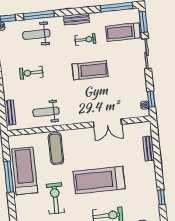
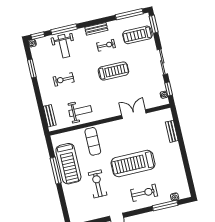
weight bench: (36, 34) -> (64, 46), turned -90
sliding door: (147, 54) -> (162, 62), moved
weight bench: (46, 112) -> (80, 111), turned 180
double door: (107, 123) -> (134, 114), swing flipped
treadmill: (25, 171) -> (68, 164), turned 180
window: (161, 197) -> (188, 172), removed

